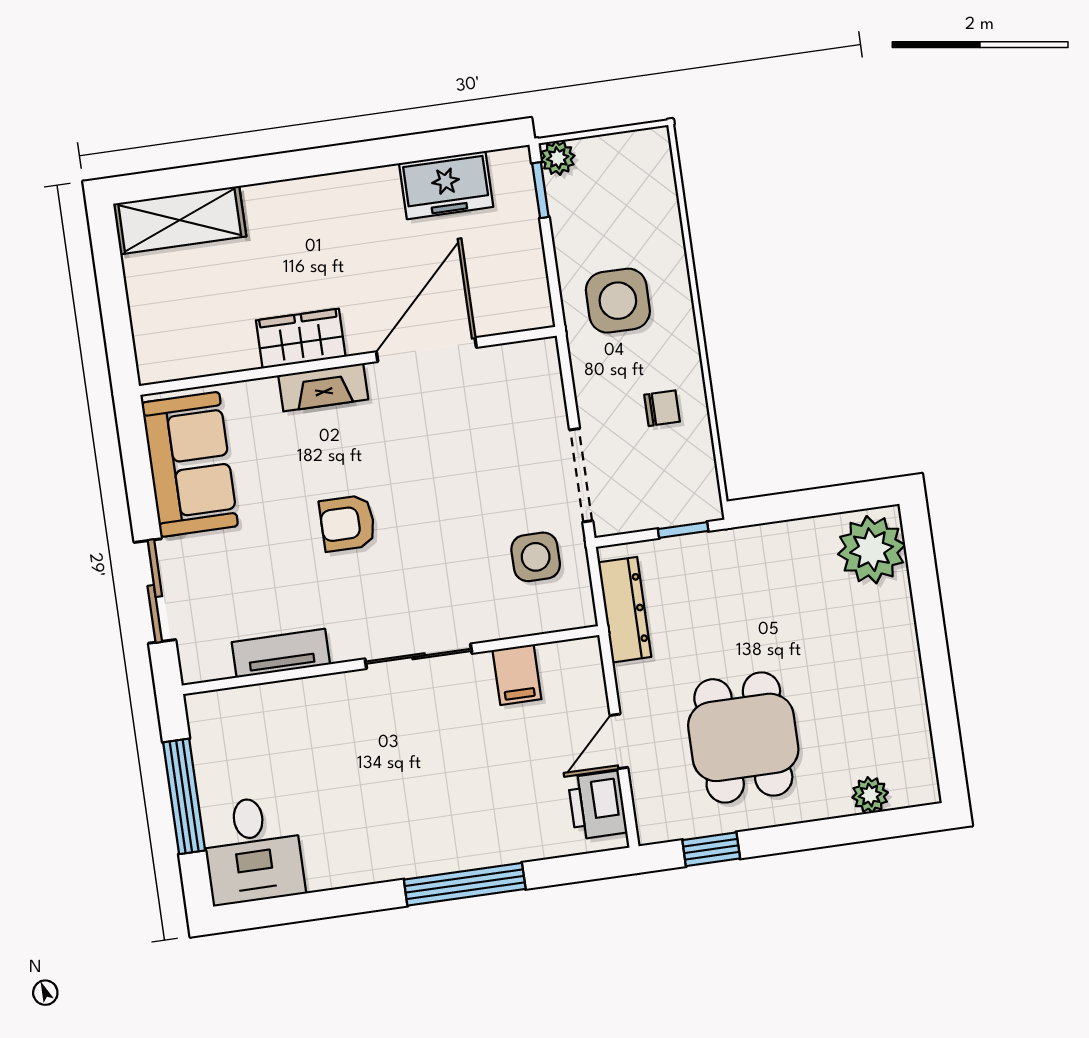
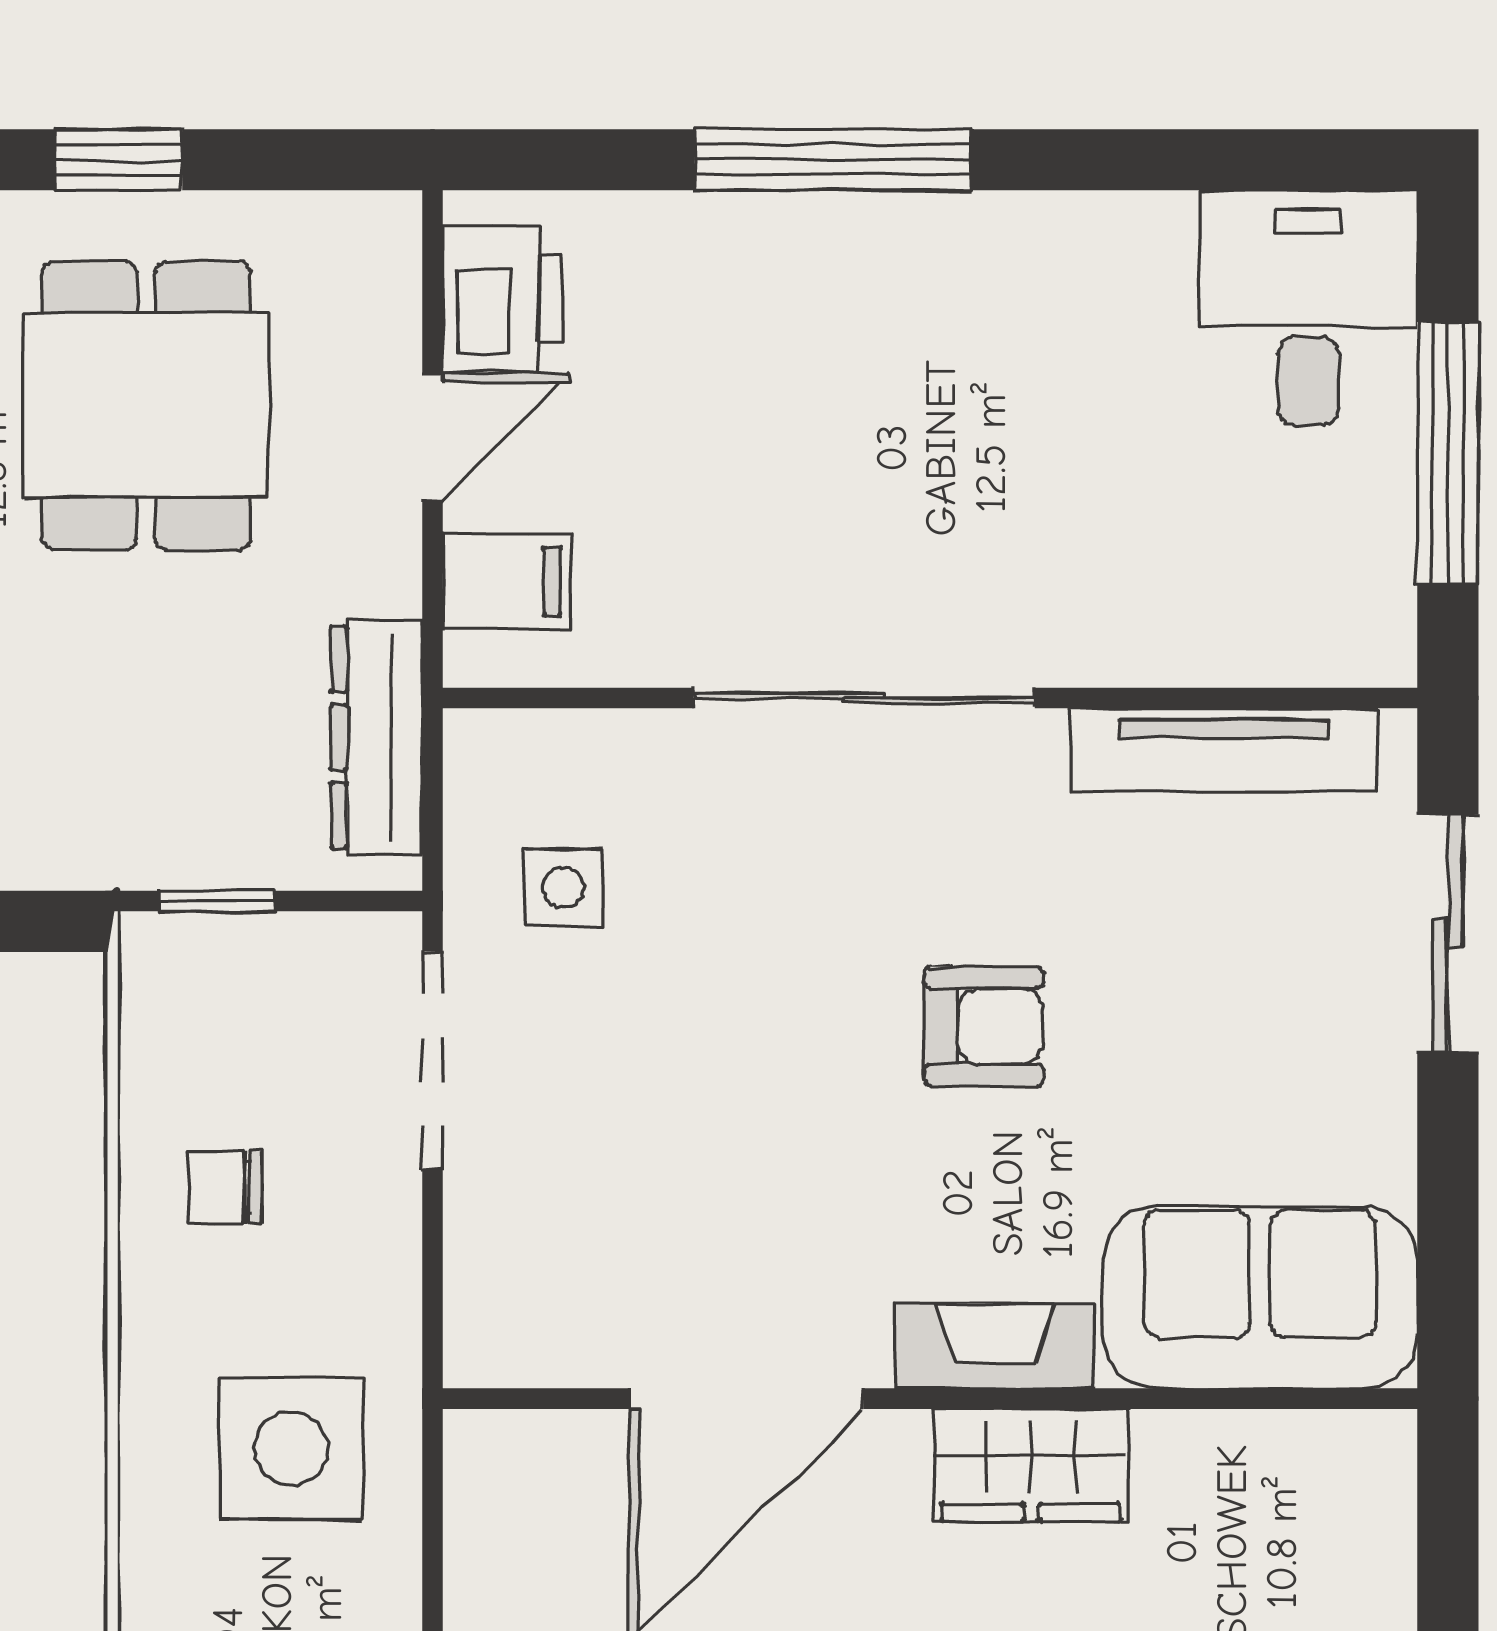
sofa: (190, 464) -> (1260, 1297), moved, turned 90
side table: (536, 557) -> (563, 888), width x0.73, depth x0.73
tv unit: (281, 653) -> (1224, 750), width x1.41
sliding door: (419, 656) -> (864, 698), width x1.37
filing cabinet: (517, 675) -> (507, 581), moved, turned 90
window: (711, 849) -> (119, 160), moved

